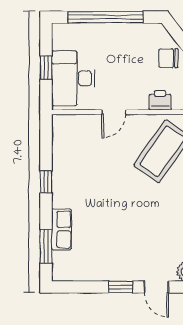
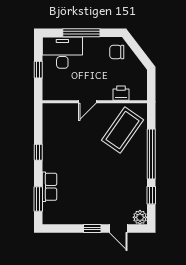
window: (105, 17) -> (81, 33), width x0.68
chair: (168, 58) -> (117, 52), moved
desk: (73, 78) -> (62, 53), moved, turned 90

